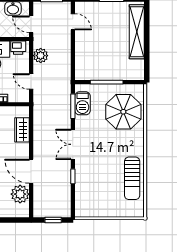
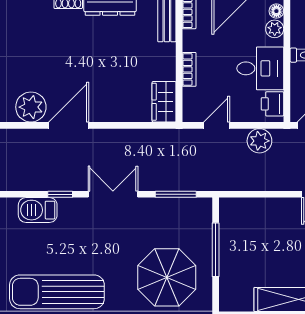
barbecue: (83, 103) -> (38, 210), moved
wardrobe: (22, 130) -> (164, 102), moved, turned -90
sun lounger: (132, 178) -> (57, 292), width x1.36, depth x1.34

